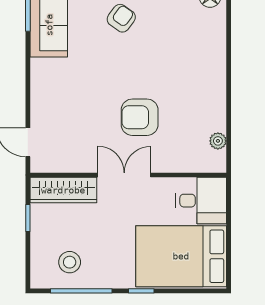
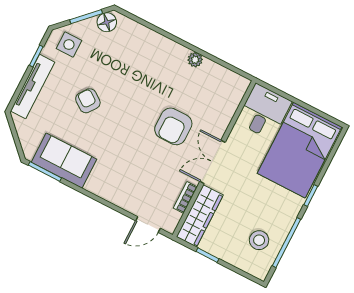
plant: (218, 141) -> (195, 60), moved
bookcase: (74, 166) -> (185, 198), added

